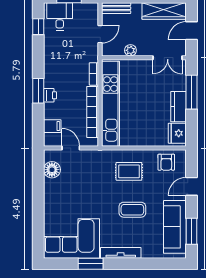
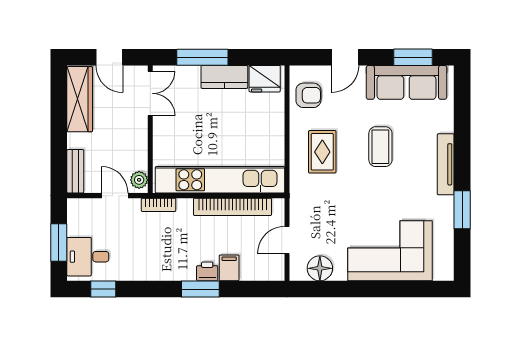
plant: (130, 50) -> (139, 180), moved
bookcase: (94, 74) -> (159, 205), moved
filing cabinet: (52, 126) -> (229, 268), moved
door: (191, 186) -> (345, 57), hinge flipped
corner sofa: (72, 238) -> (390, 251), moved, turned 90

